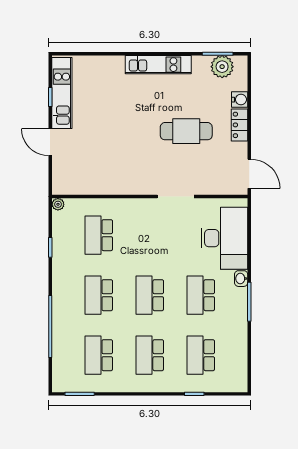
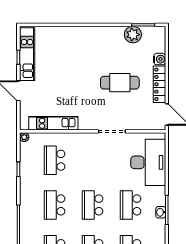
kitchen unit: (158, 65) -> (53, 123), moved, turned 180
plant: (222, 67) -> (133, 35), moved
locker: (239, 125) -> (159, 84), width x1.53
washbasin: (241, 279) -> (161, 212), moved

